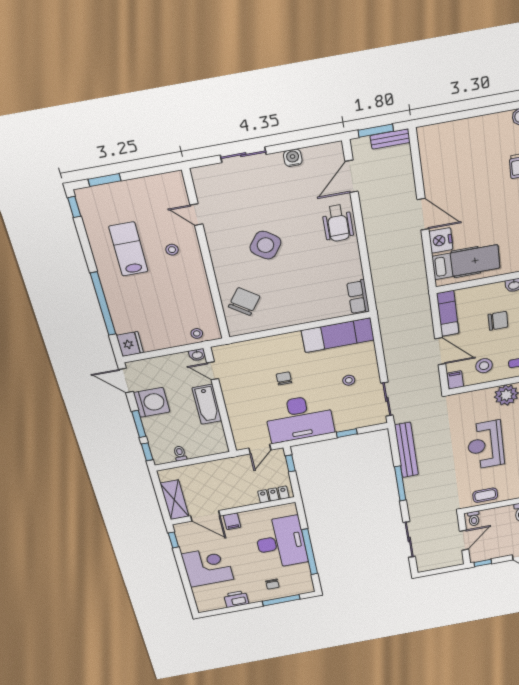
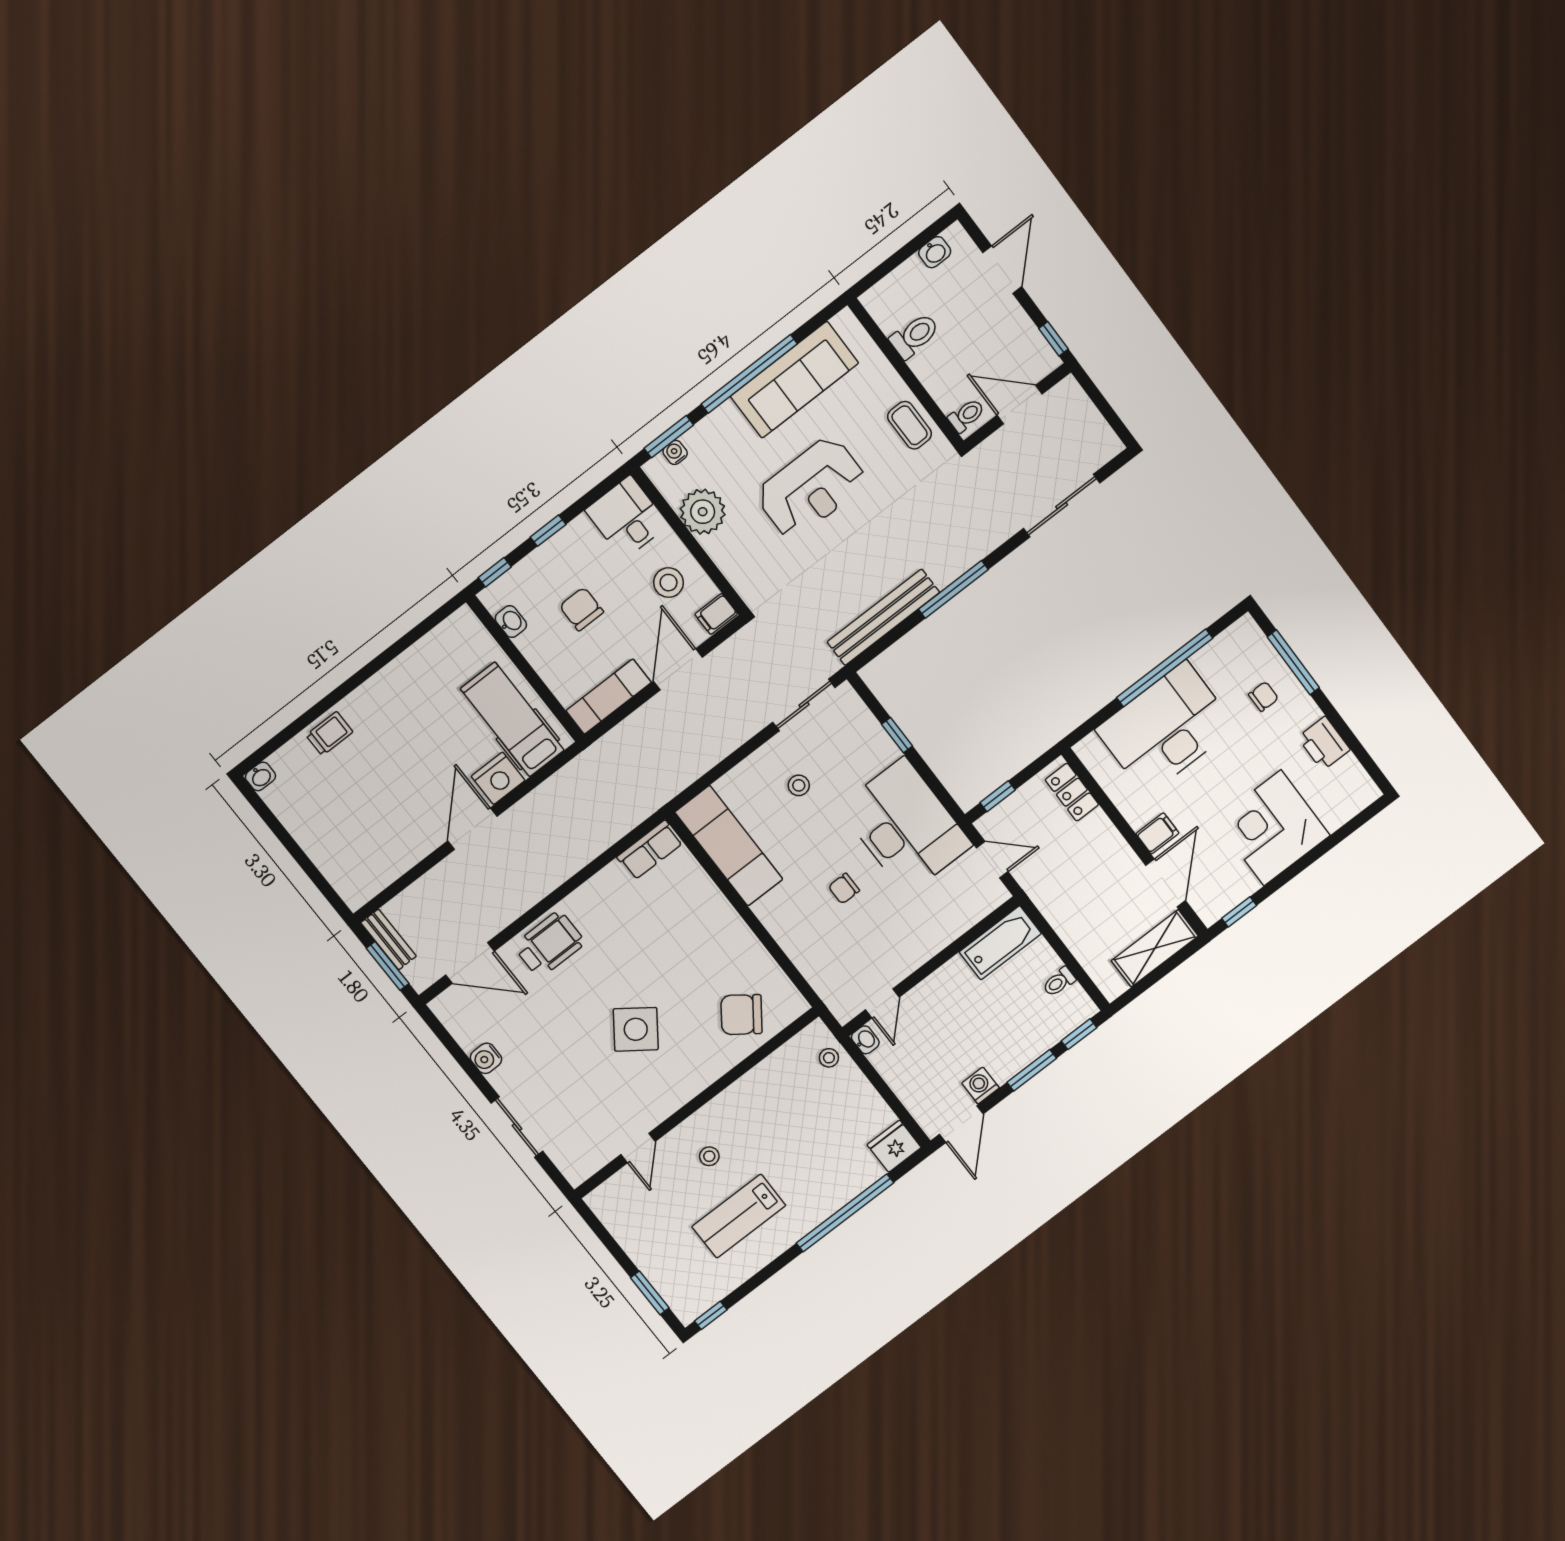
washing machine: (152, 402) -> (980, 1086), width x0.53, depth x0.53
bathtub: (207, 404) -> (1000, 943), moved

